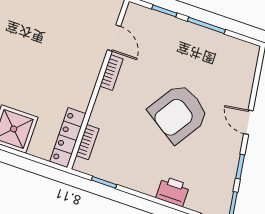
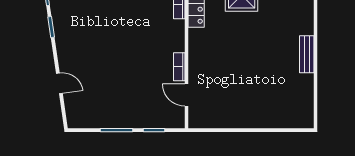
armchair: (179, 113) -> (115, 53), removed
door: (248, 122) -> (59, 83), moved

